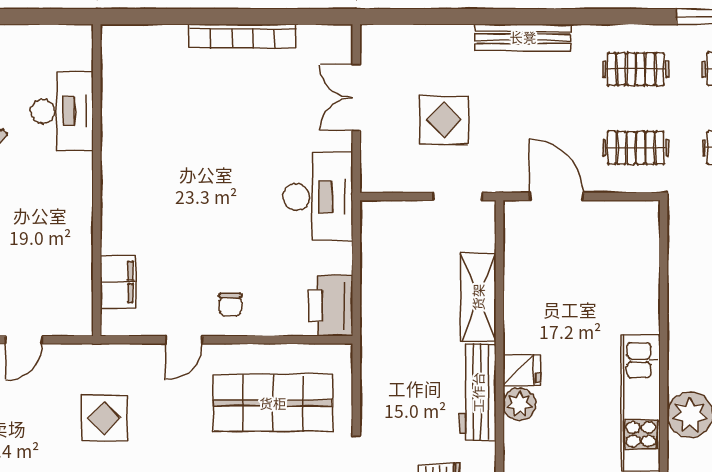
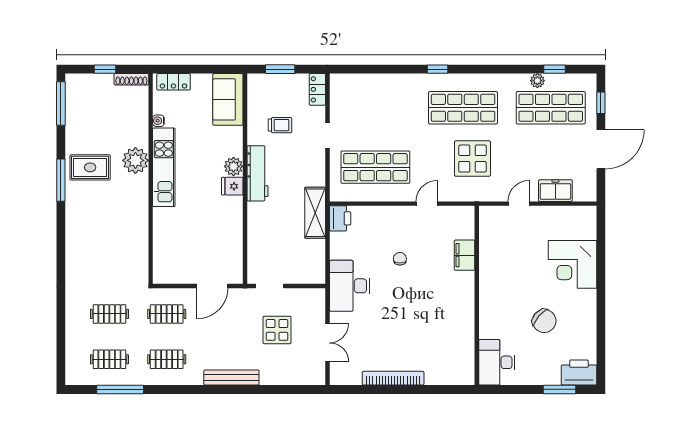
desk: (62, 111) -> (497, 362), moved
door: (556, 196) -> (212, 286), hinge flipped
filing cabinet: (118, 282) -> (465, 255), moved
shelving: (478, 297) -> (315, 213), moved
chair: (230, 304) -> (400, 259), moved
printer: (331, 306) -> (340, 218), width x0.73, depth x0.84
display table: (104, 418) -> (472, 159), width x1.36, depth x1.36

